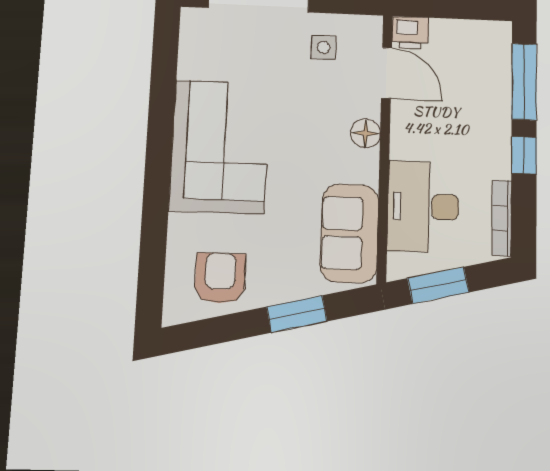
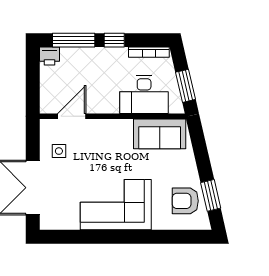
printer: (410, 33) -> (50, 56), moved, turned 90
floor lamp: (366, 133) -> (106, 127), removed
window: (297, 314) -> (211, 195), moved

